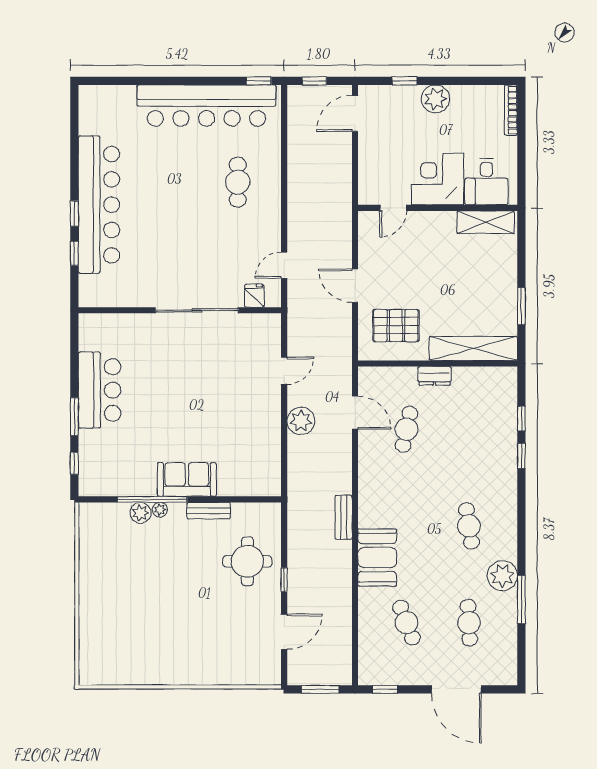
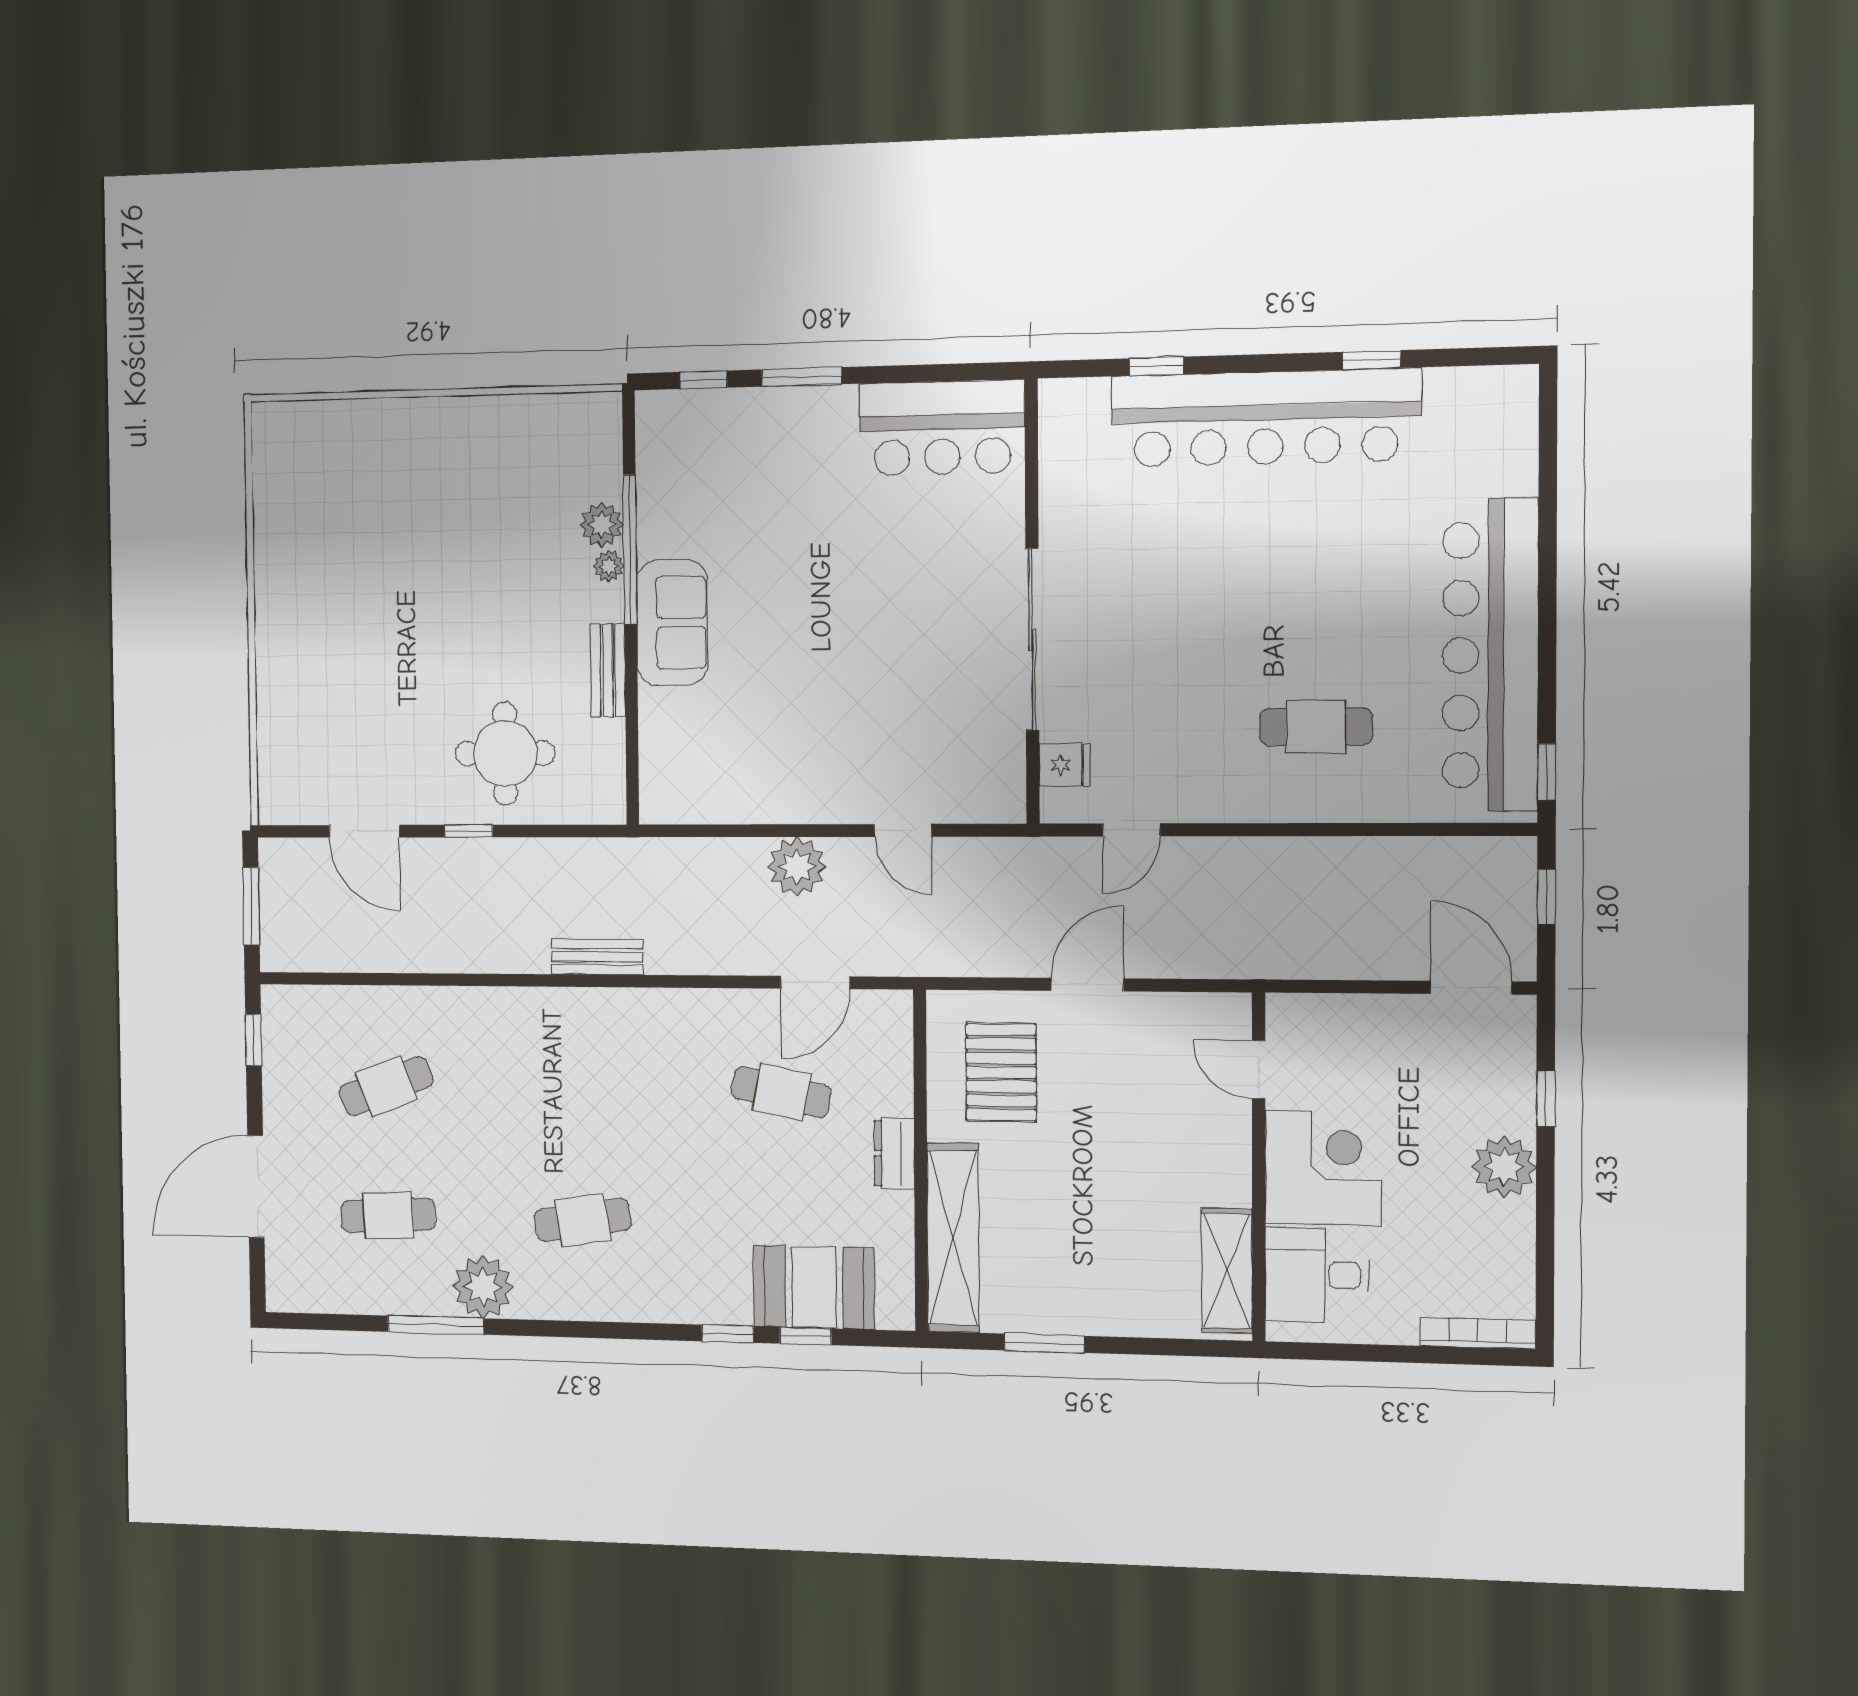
window: (74, 213) -> (1372, 360), moved
door: (284, 265) -> (1131, 830), swing flipped
bar counter: (99, 390) -> (942, 428), moved
booth: (377, 558) -> (814, 1287), moved

